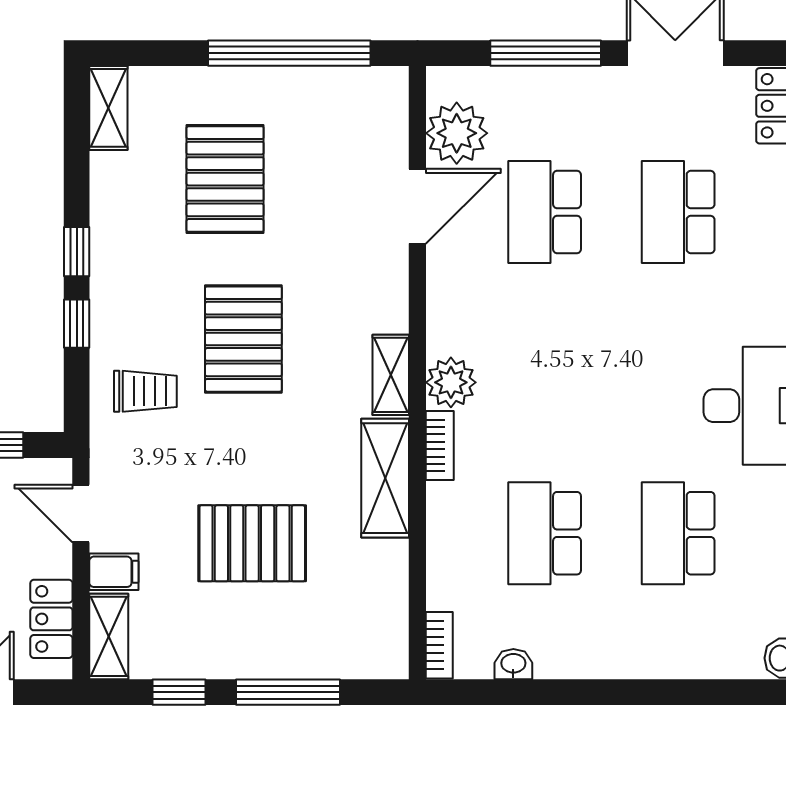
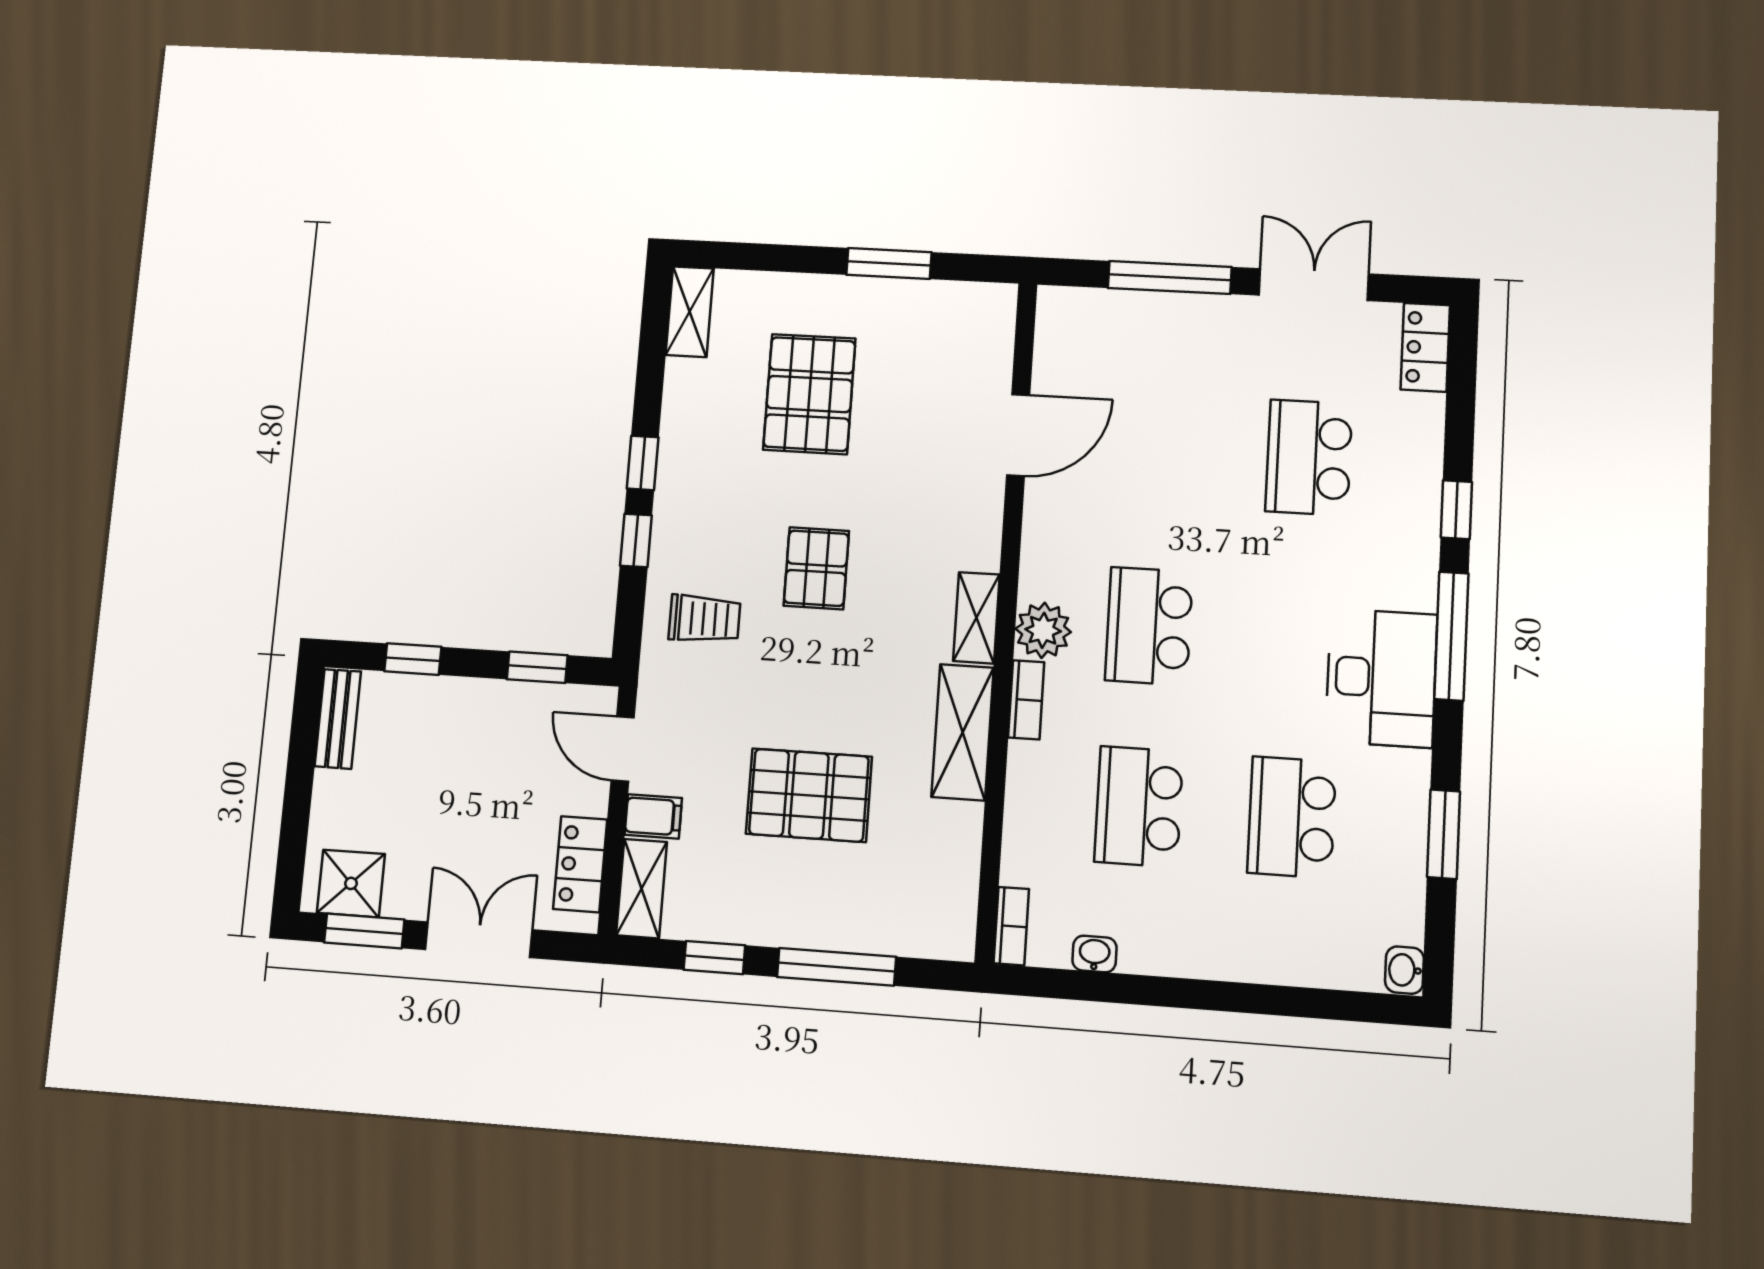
window: (289, 53) -> (889, 264), width x0.47
plant: (457, 133) -> (1066, 358), removed
school desk: (545, 212) -> (1149, 626), moved
pallet: (243, 339) -> (816, 568), width x0.67, depth x0.71

